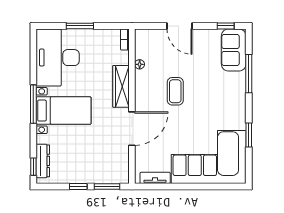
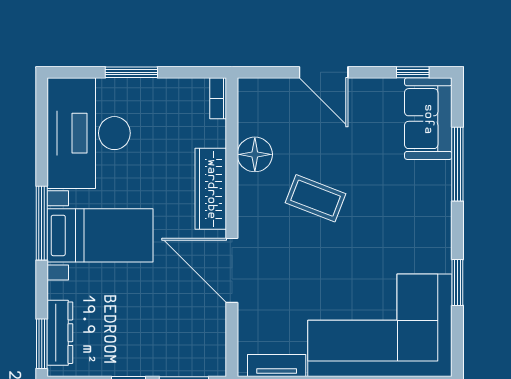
floor lamp: (140, 64) -> (255, 154), width x1.89, depth x1.89
coffee table: (175, 91) -> (316, 198), turned -69
door: (132, 129) -> (232, 270), swing flipped
window: (33, 167) -> (42, 344), width x1.50

